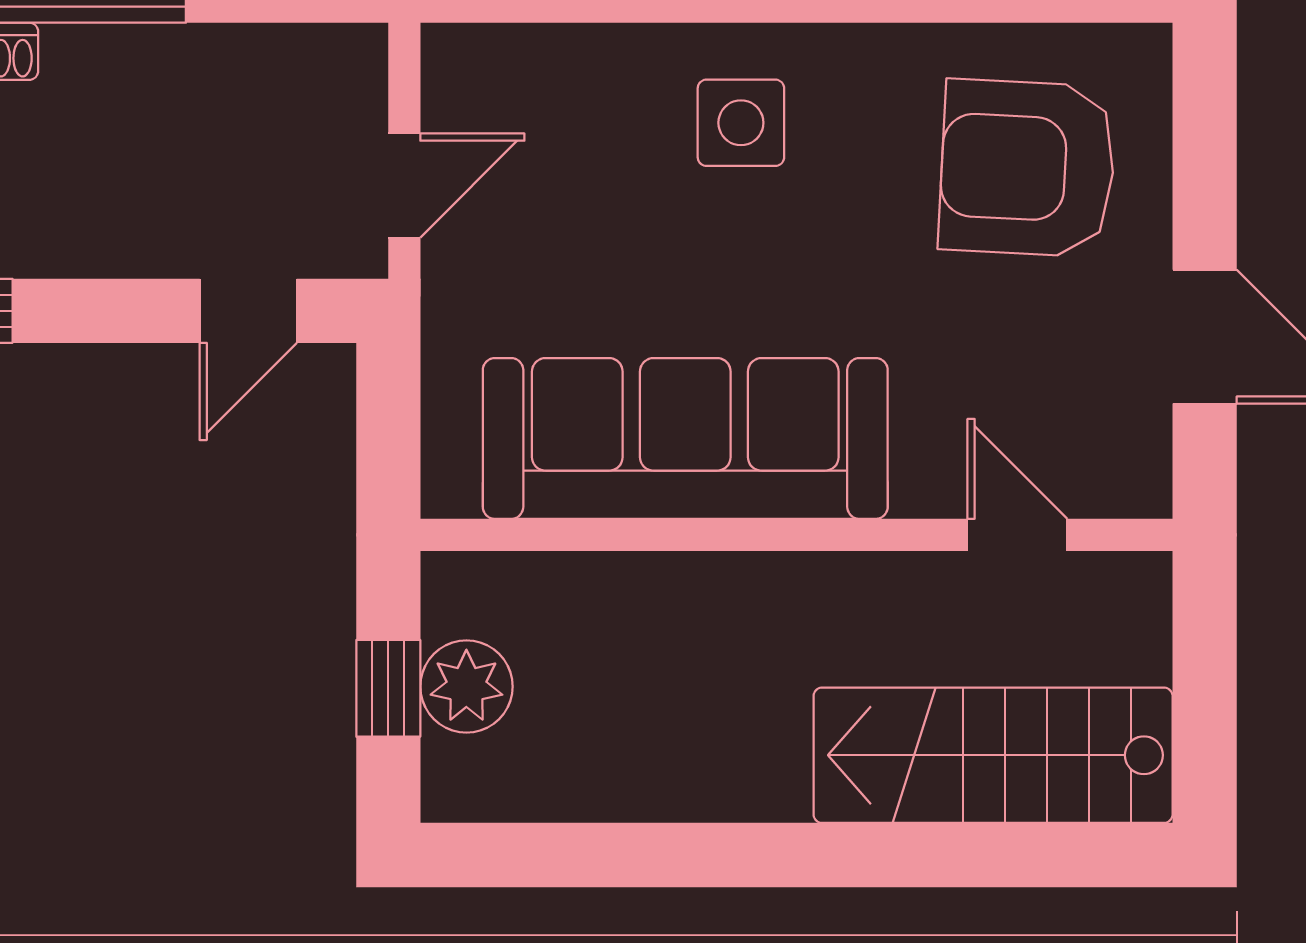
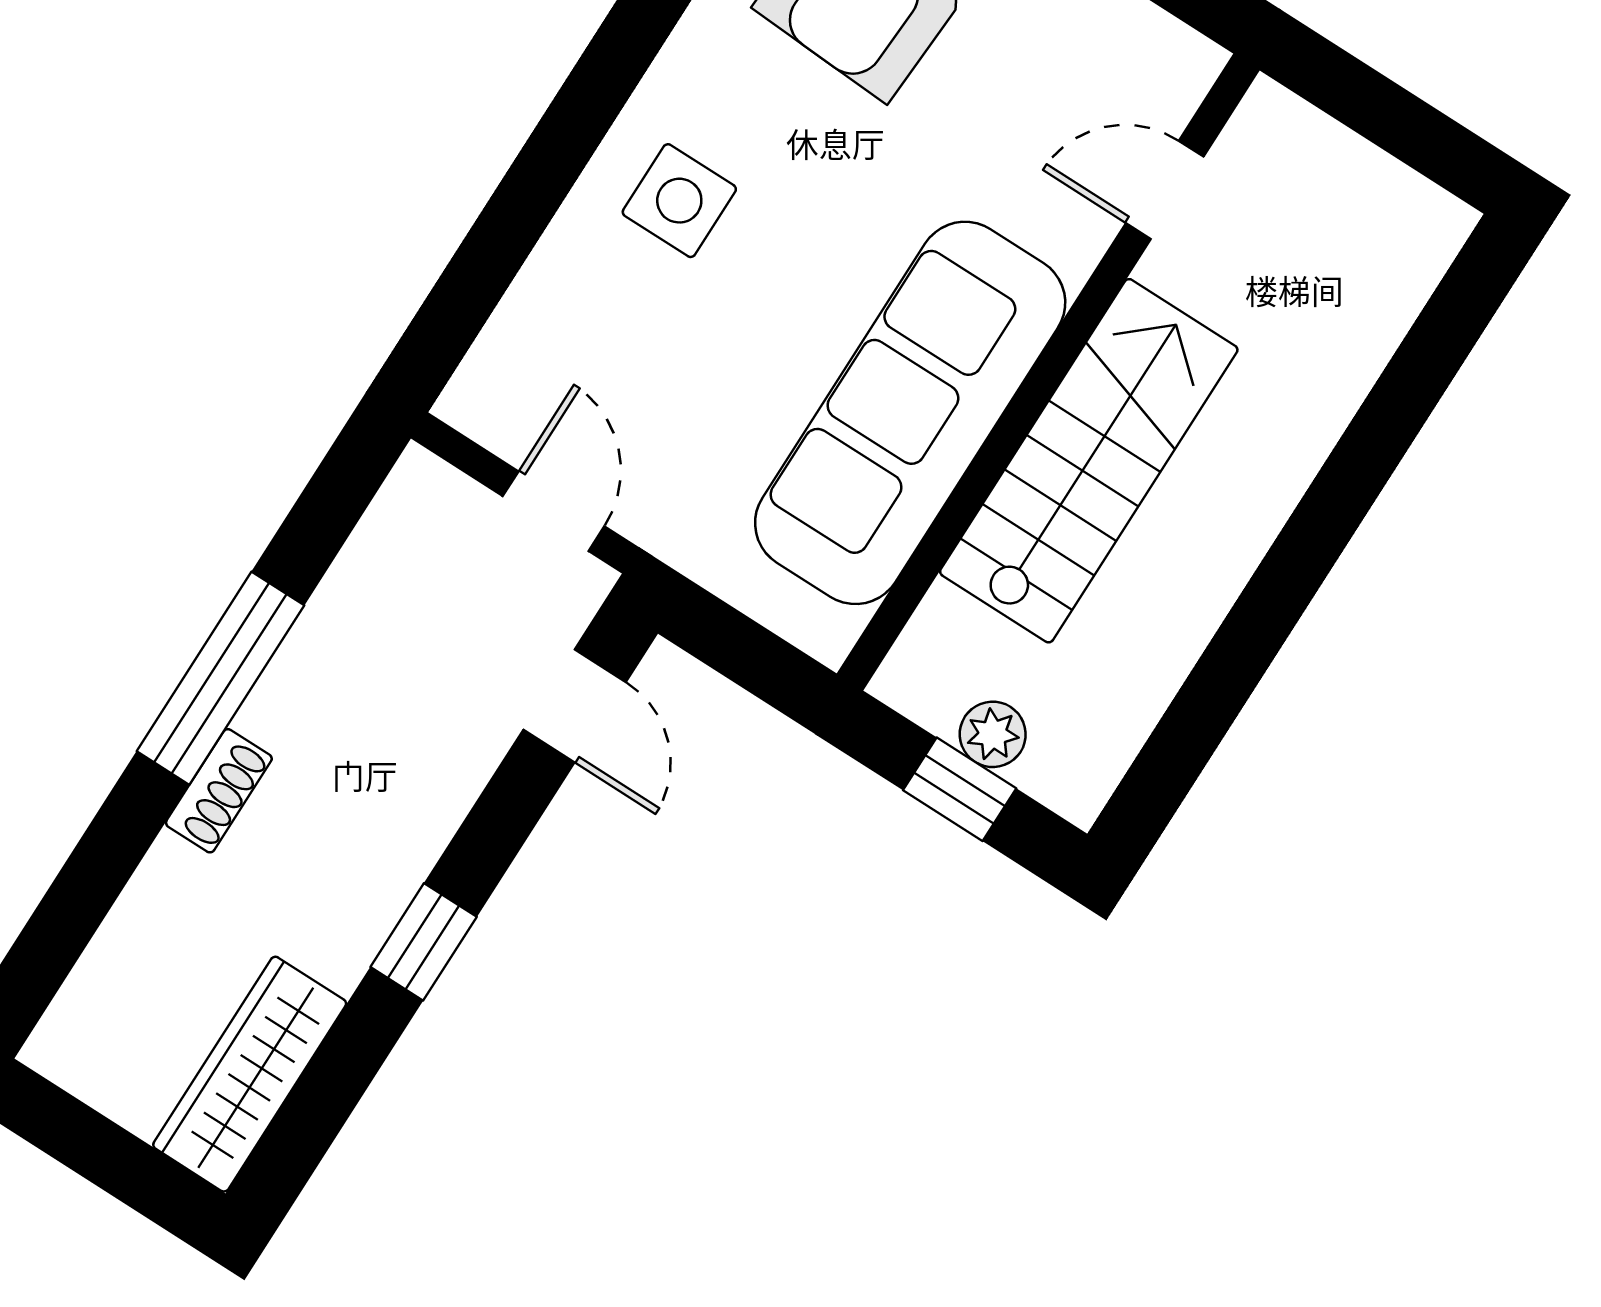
plant: (466, 687) -> (993, 734), width x0.73, depth x0.73
stairs: (993, 755) -> (1089, 461), moved, turned 180

